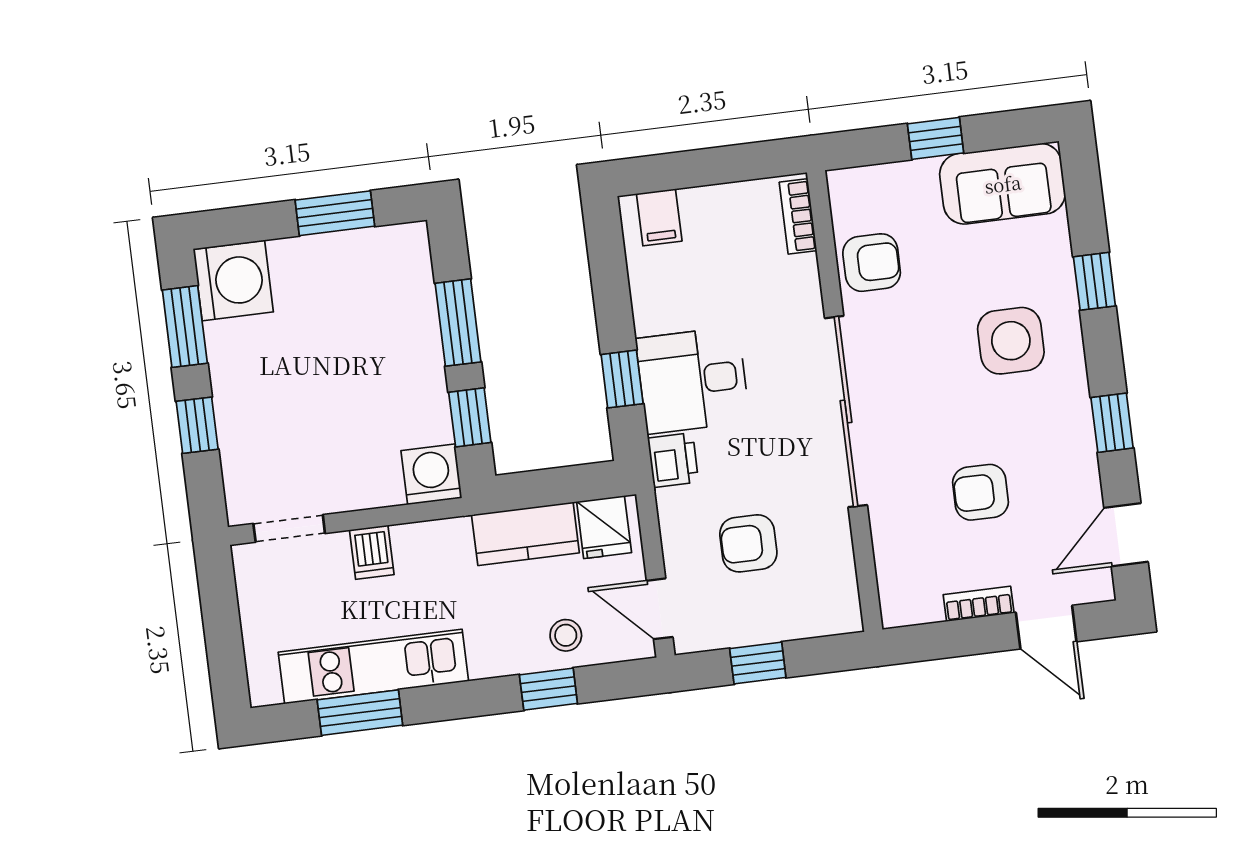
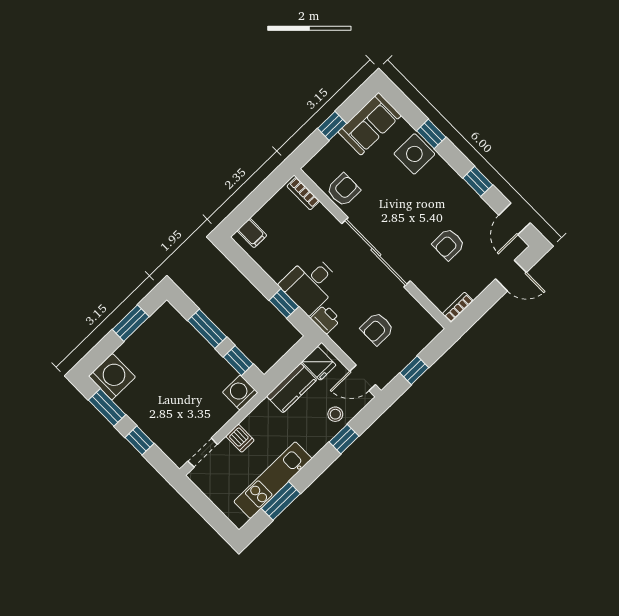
side table: (1011, 341) -> (414, 154), moved
bookcase: (979, 604) -> (458, 307), moved

